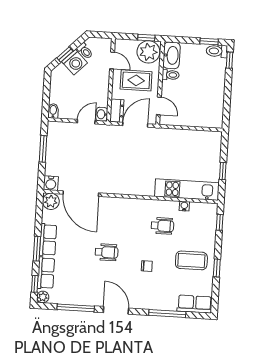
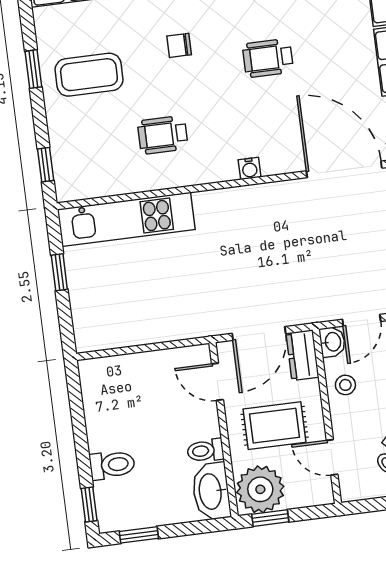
toilet: (217, 51) -> (112, 465), moved
stool: (99, 93) -> (345, 385), added
water cooler: (184, 206) -> (250, 168), moved

